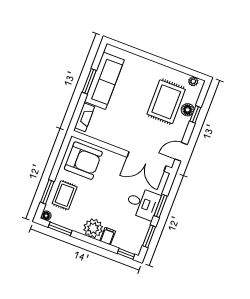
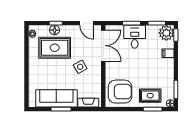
side table: (131, 124) -> (80, 67), added
armchair: (83, 161) -> (120, 92), turned 90
plant: (93, 228) -> (166, 33), moved

